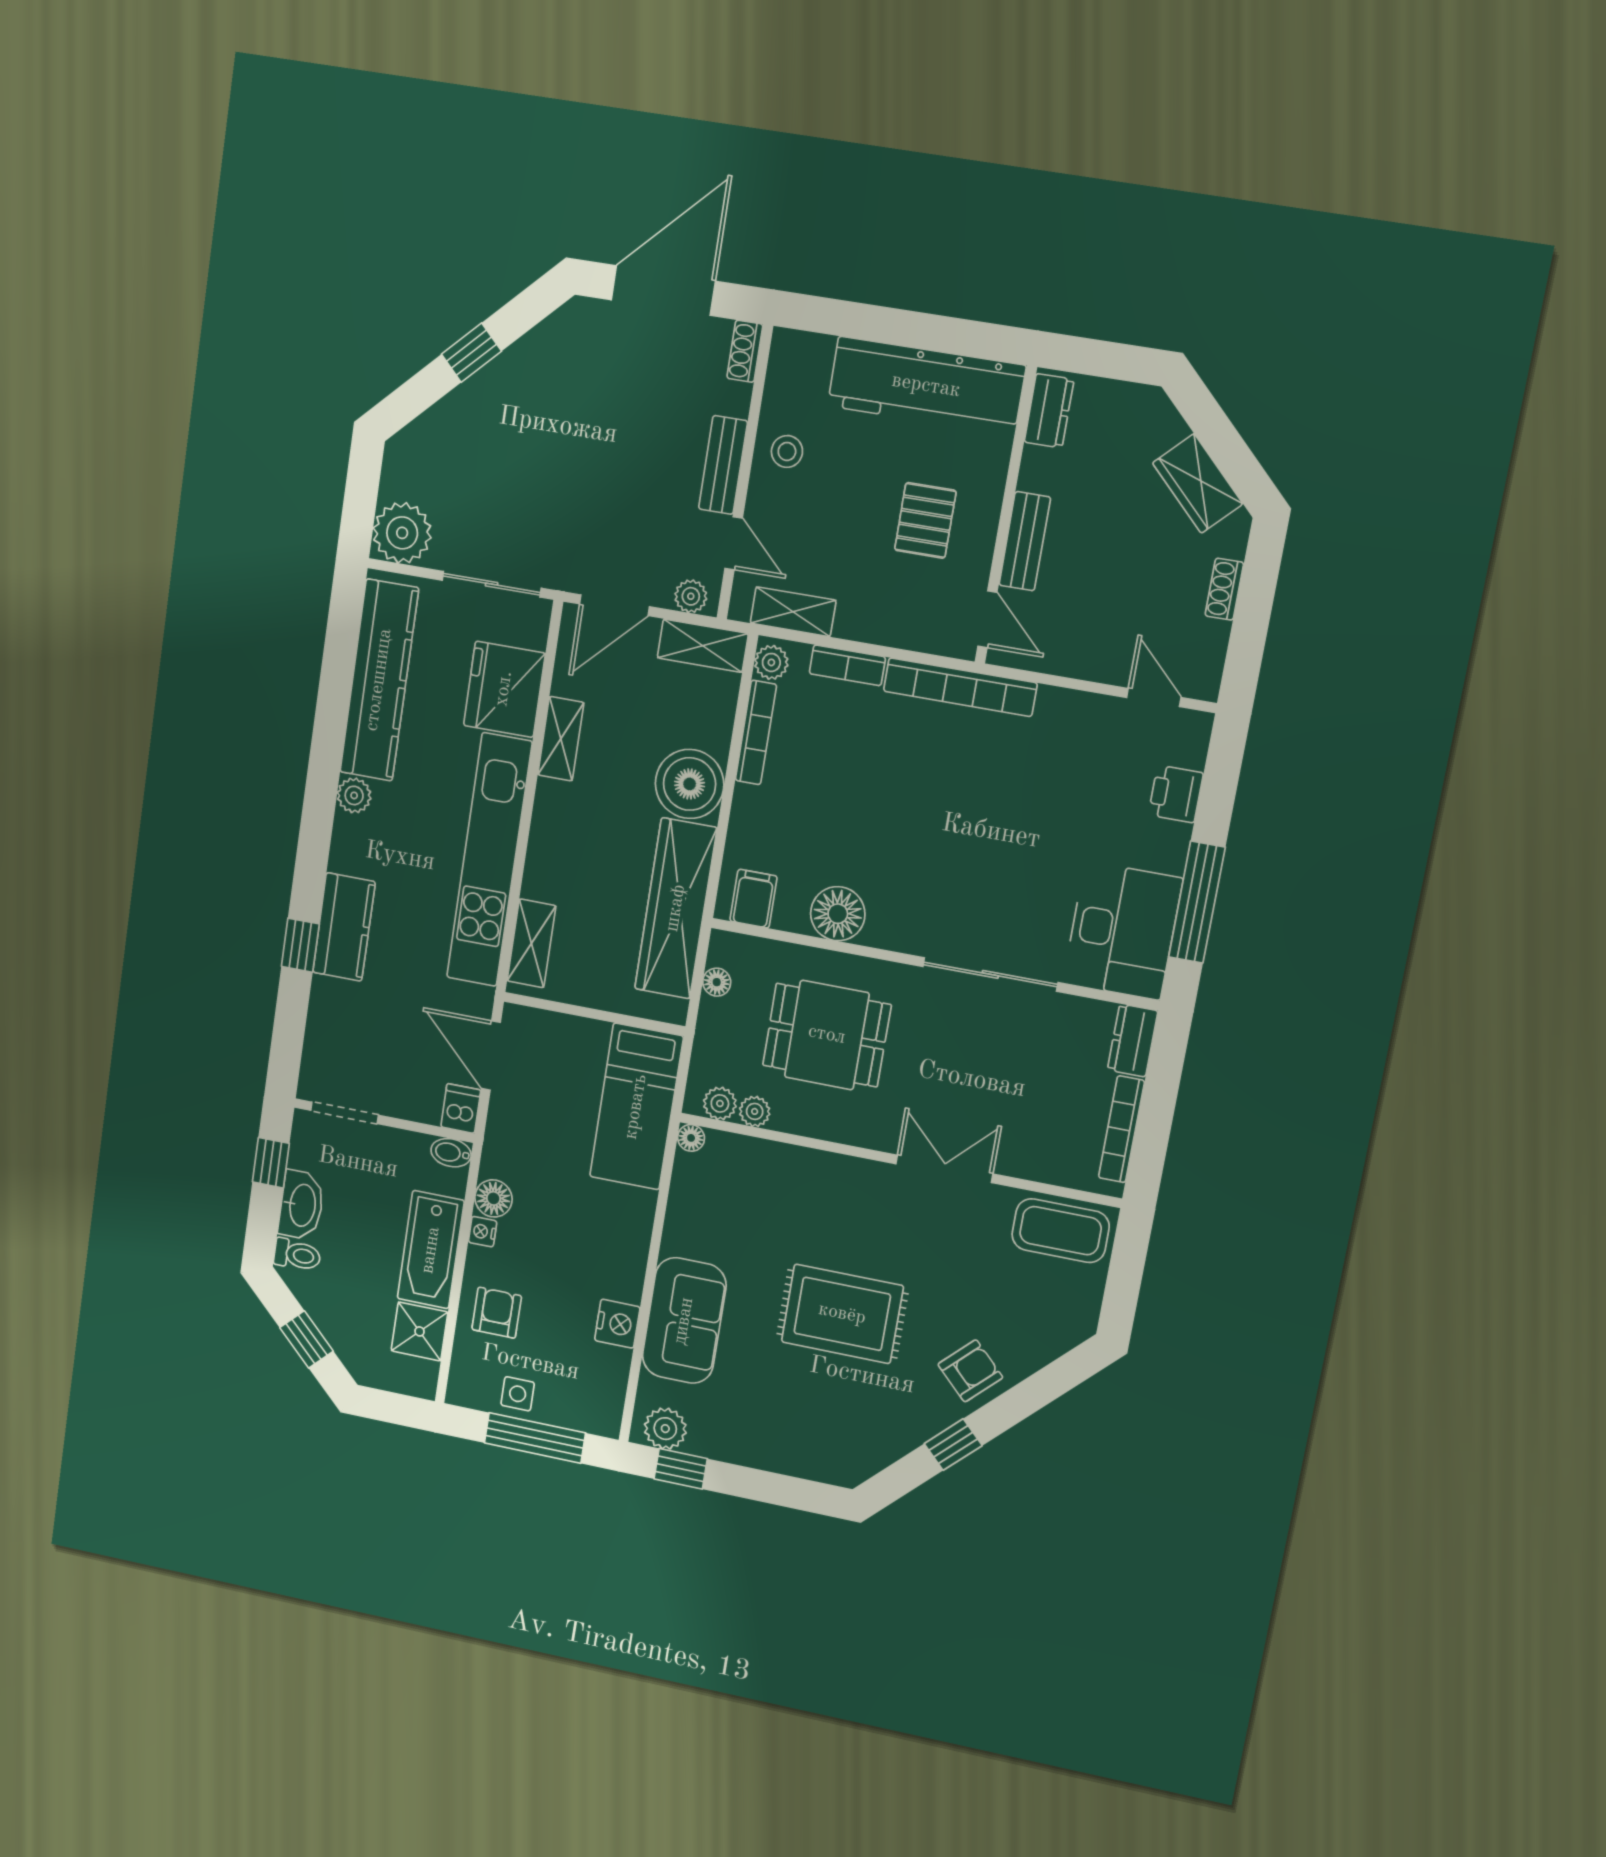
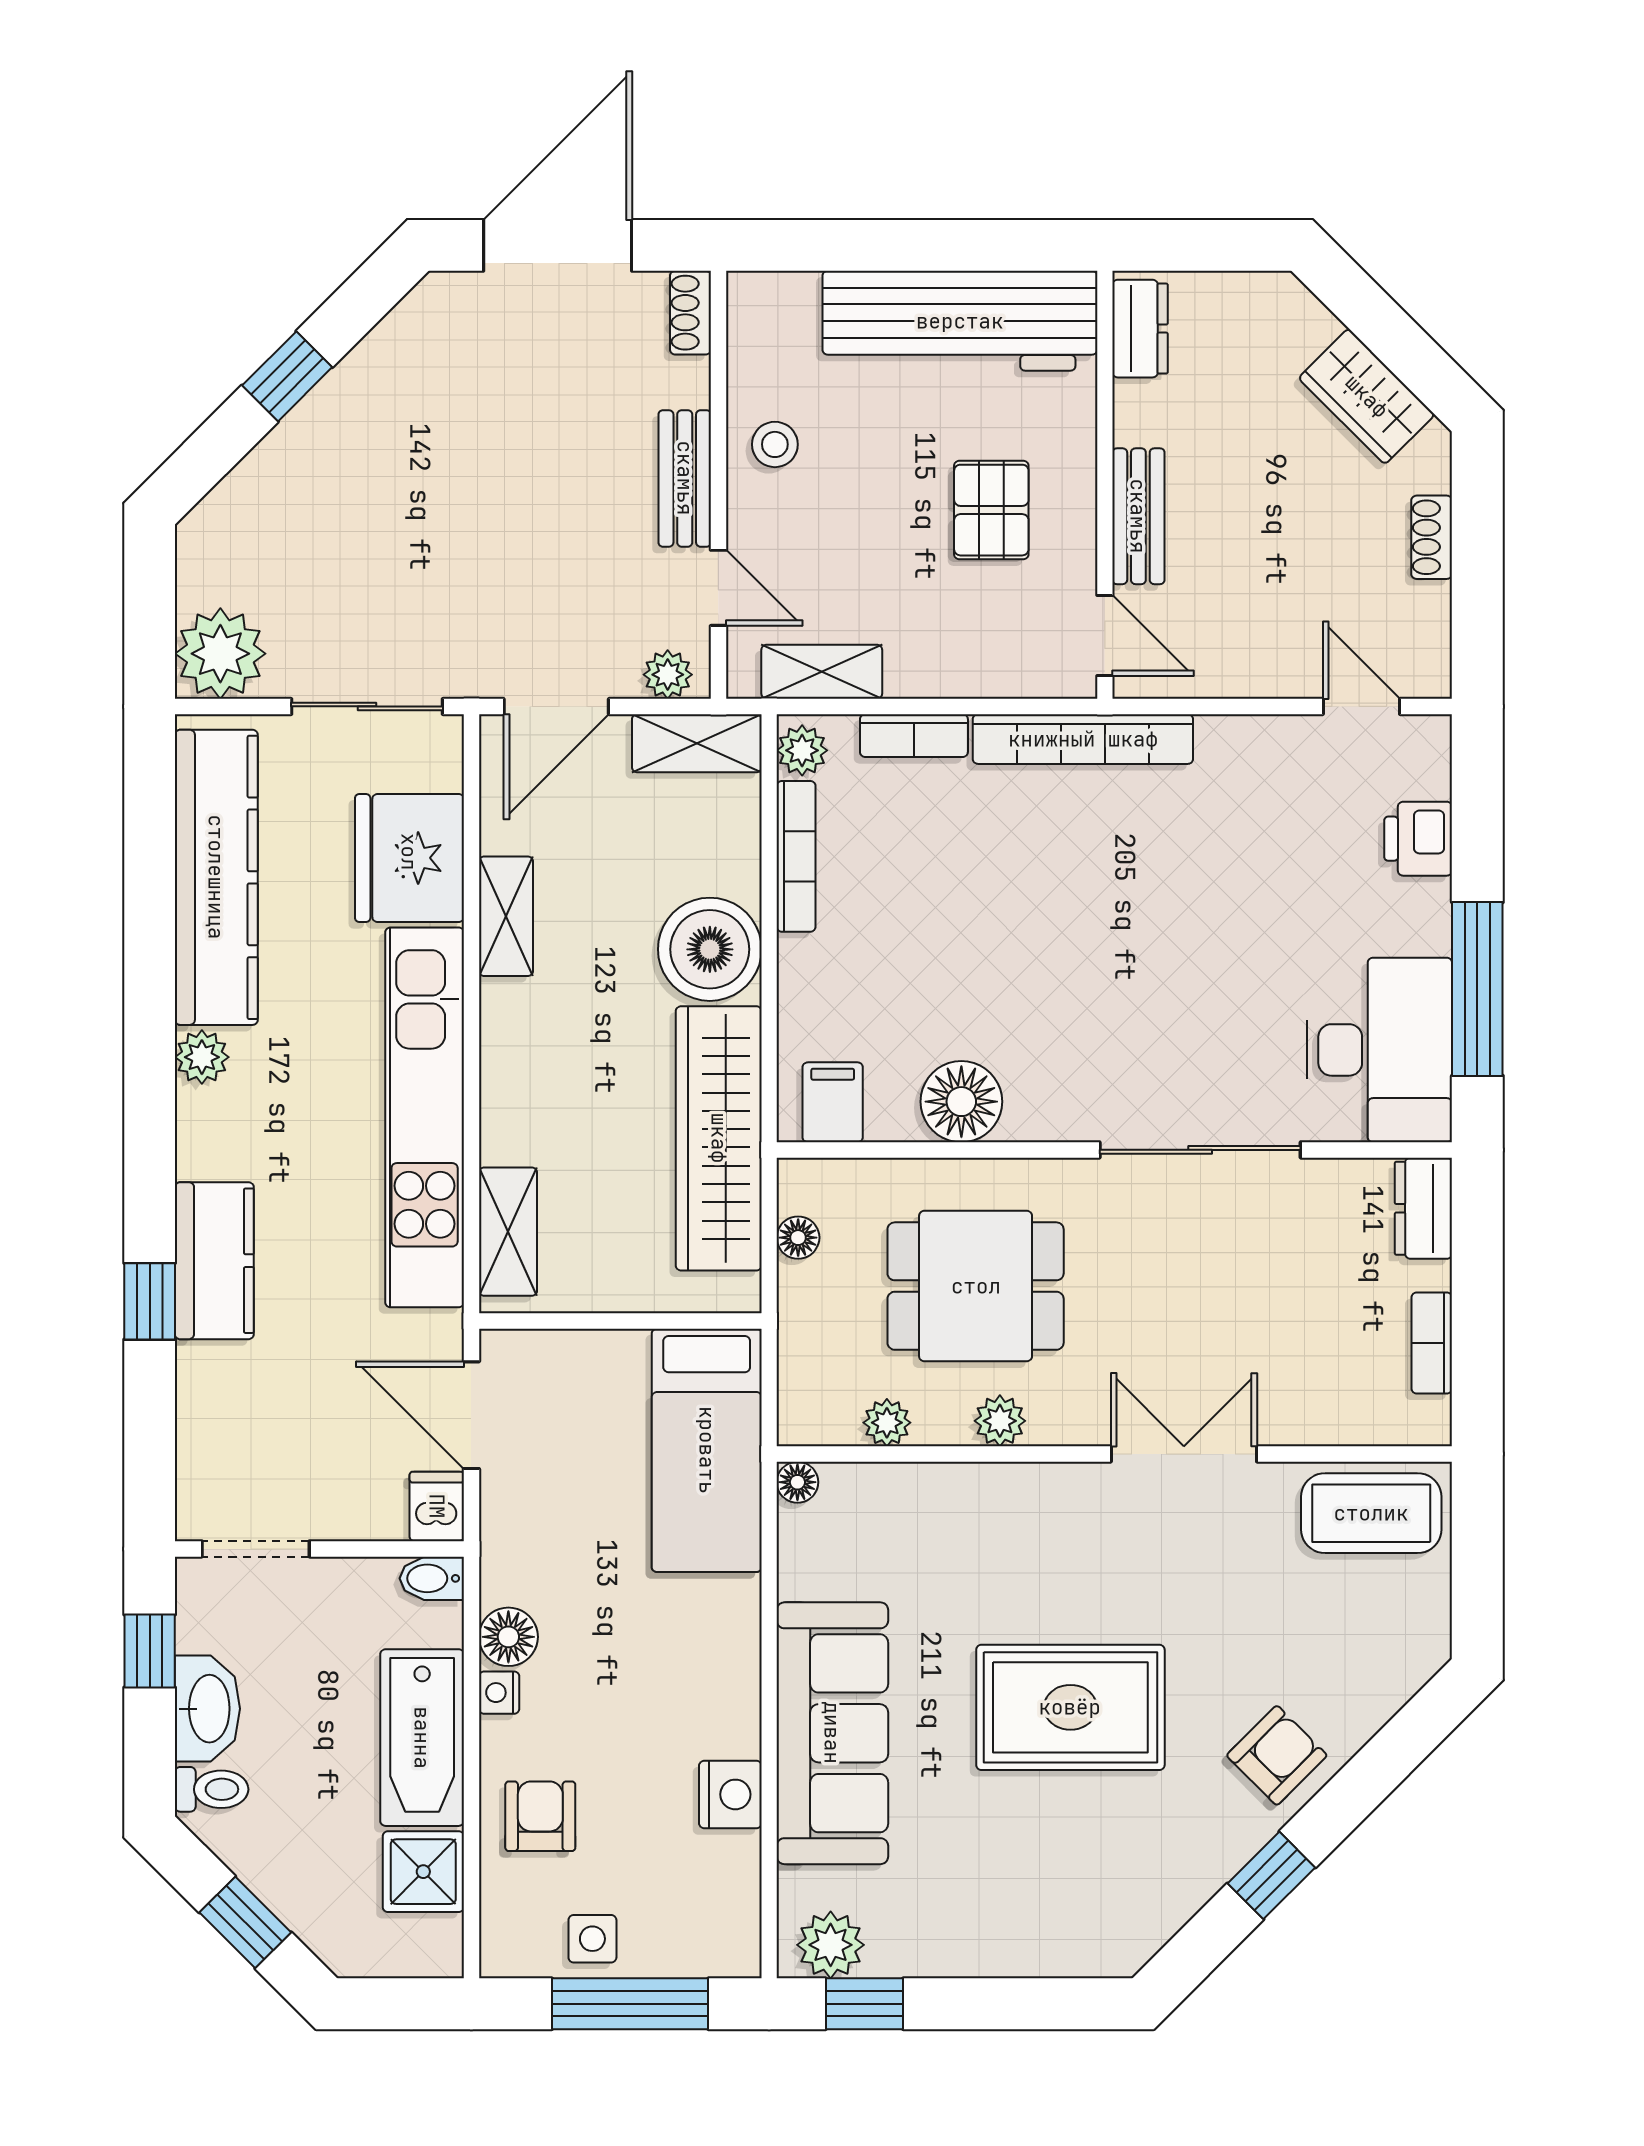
plant: (720, 1103) -> (1000, 1421), moved
bookcase: (1121, 1129) -> (1432, 1343), width x0.64
sofa: (684, 1321) -> (832, 1733), width x1.36

